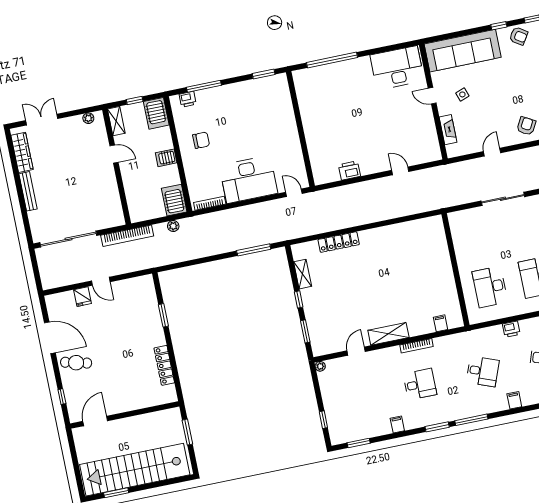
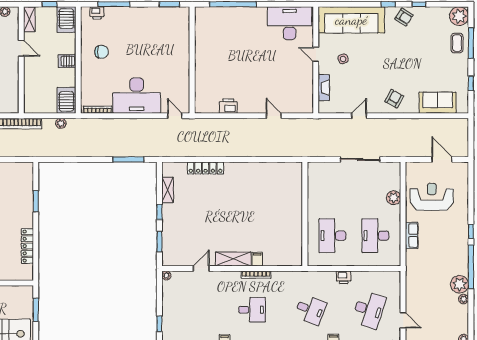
filing cabinet: (440, 323) -> (257, 259), moved

